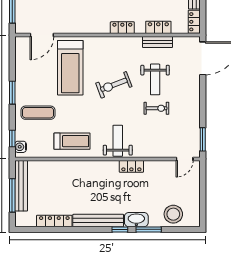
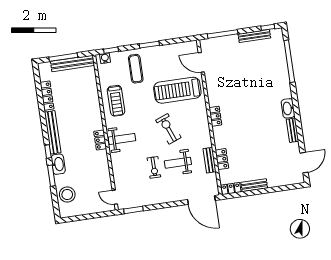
locker: (122, 28) -> (215, 116), moved
locker: (131, 166) -> (100, 140), moved

